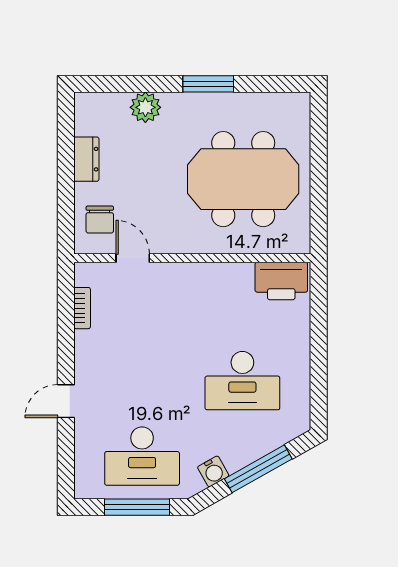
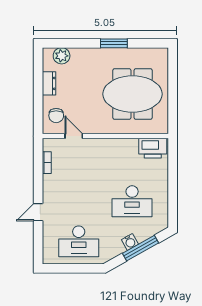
plant: (145, 107) -> (62, 56), moved
water cooler: (213, 471) -> (130, 242), moved
window: (137, 507) -> (76, 268), removed

